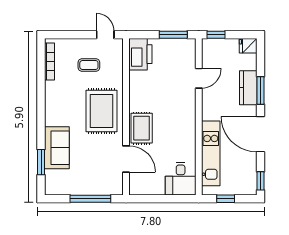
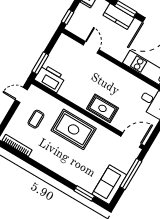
window: (173, 35) -> (40, 63), moved
sofa: (57, 148) -> (109, 185), moved, turned -90
door: (126, 159) -> (131, 140), moved

